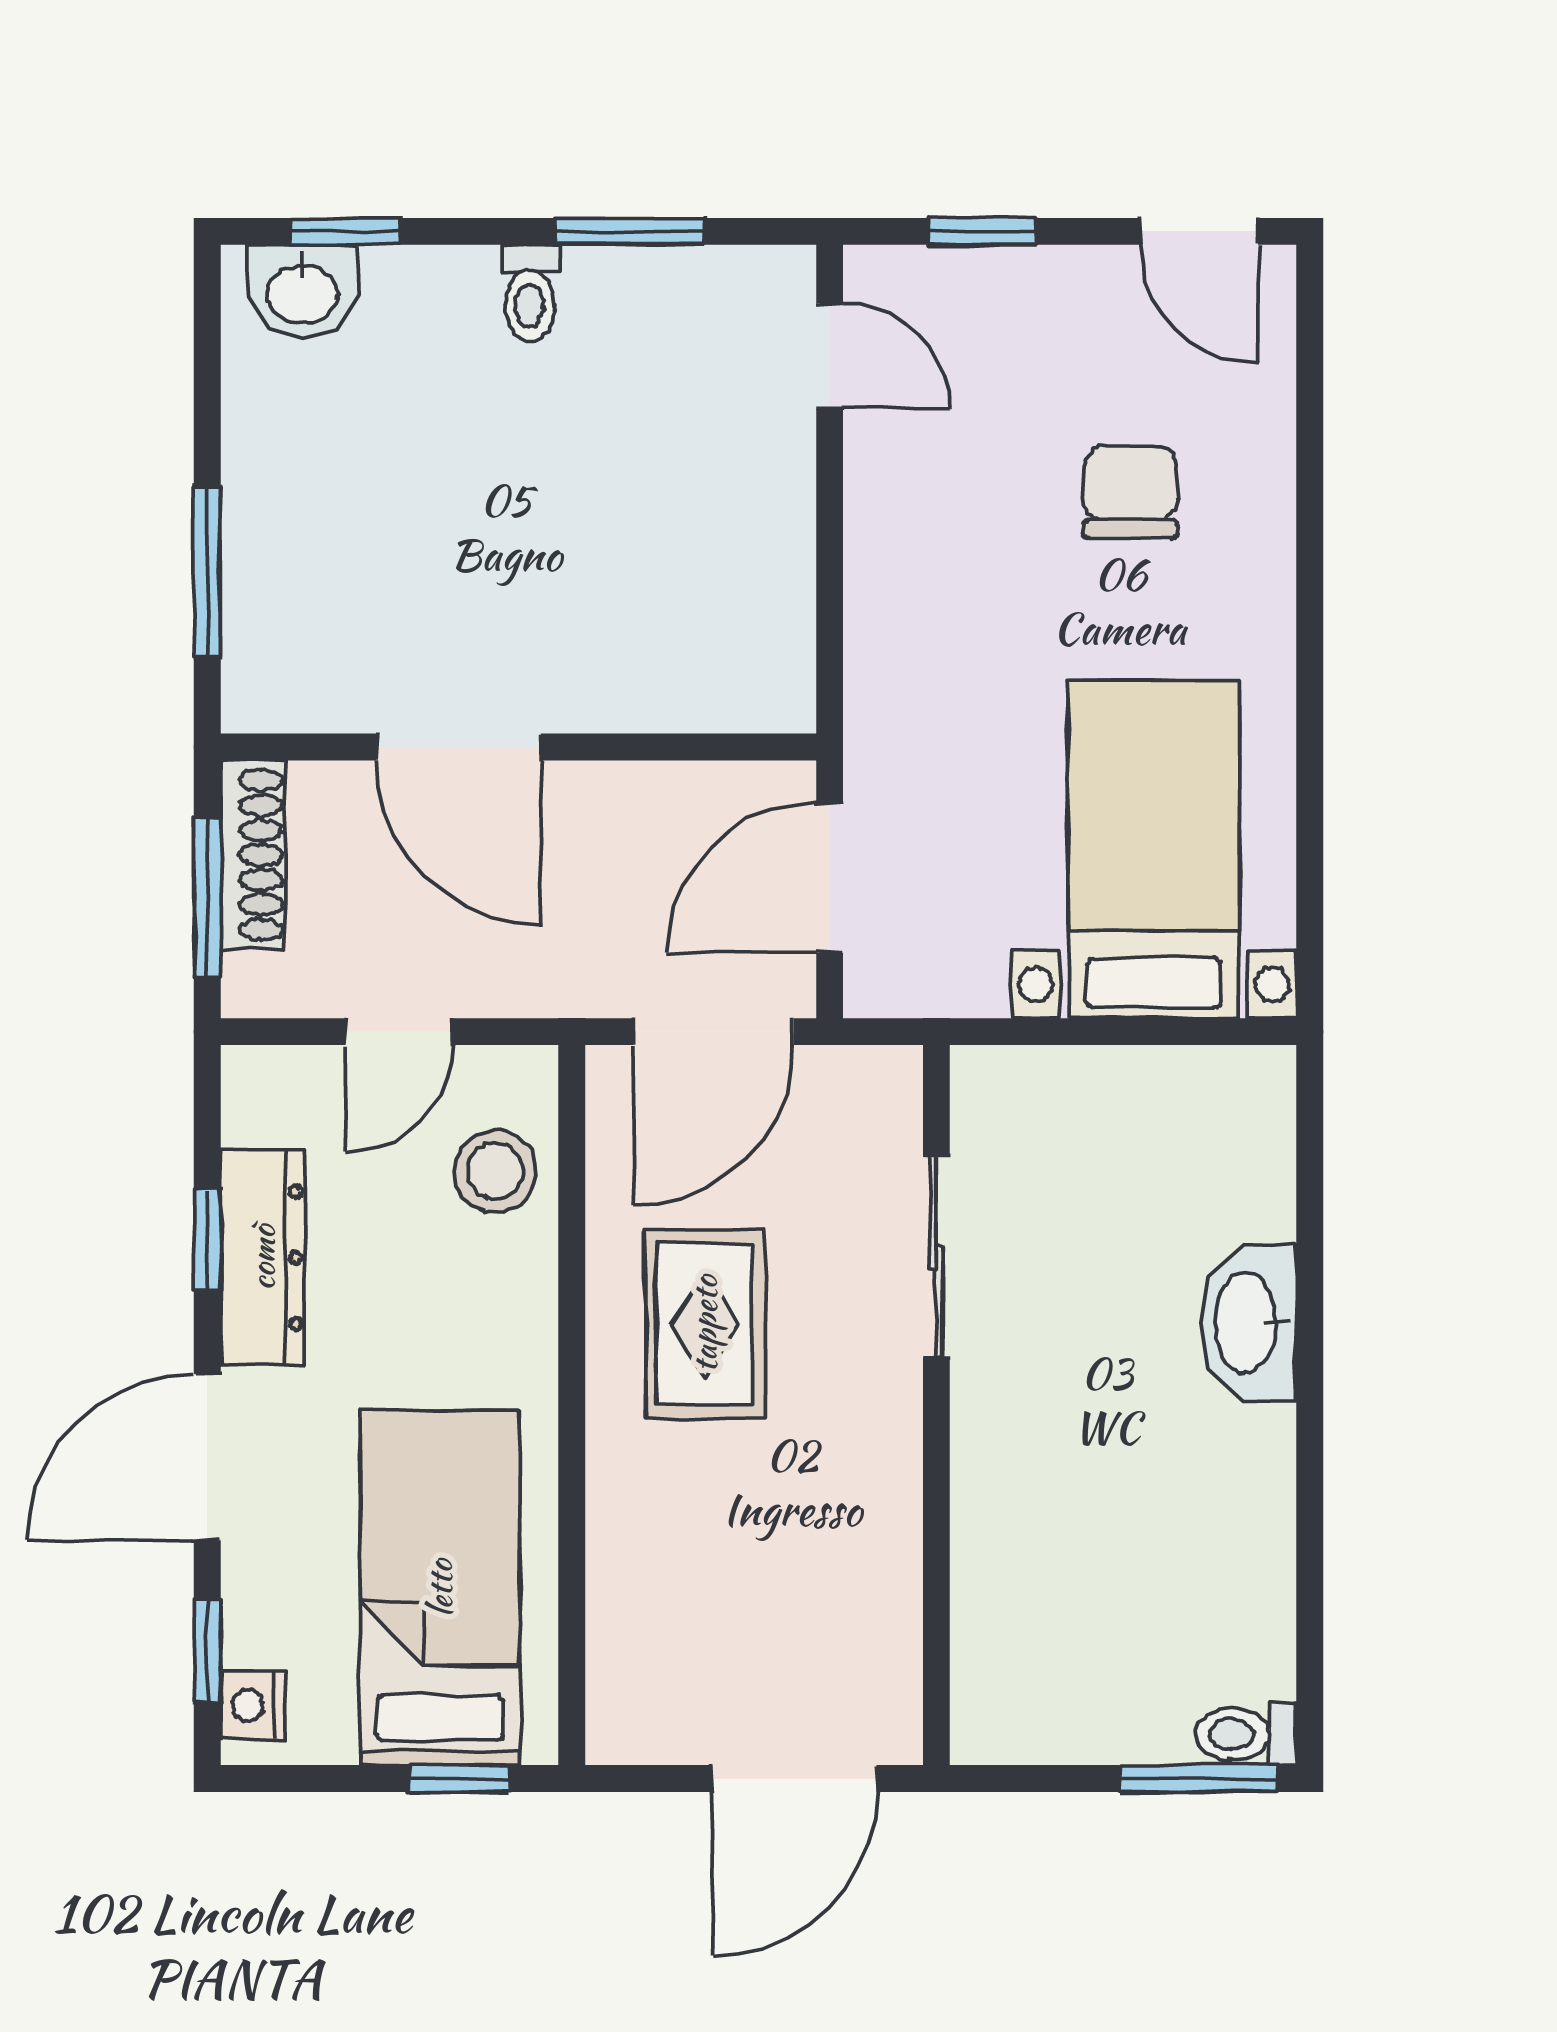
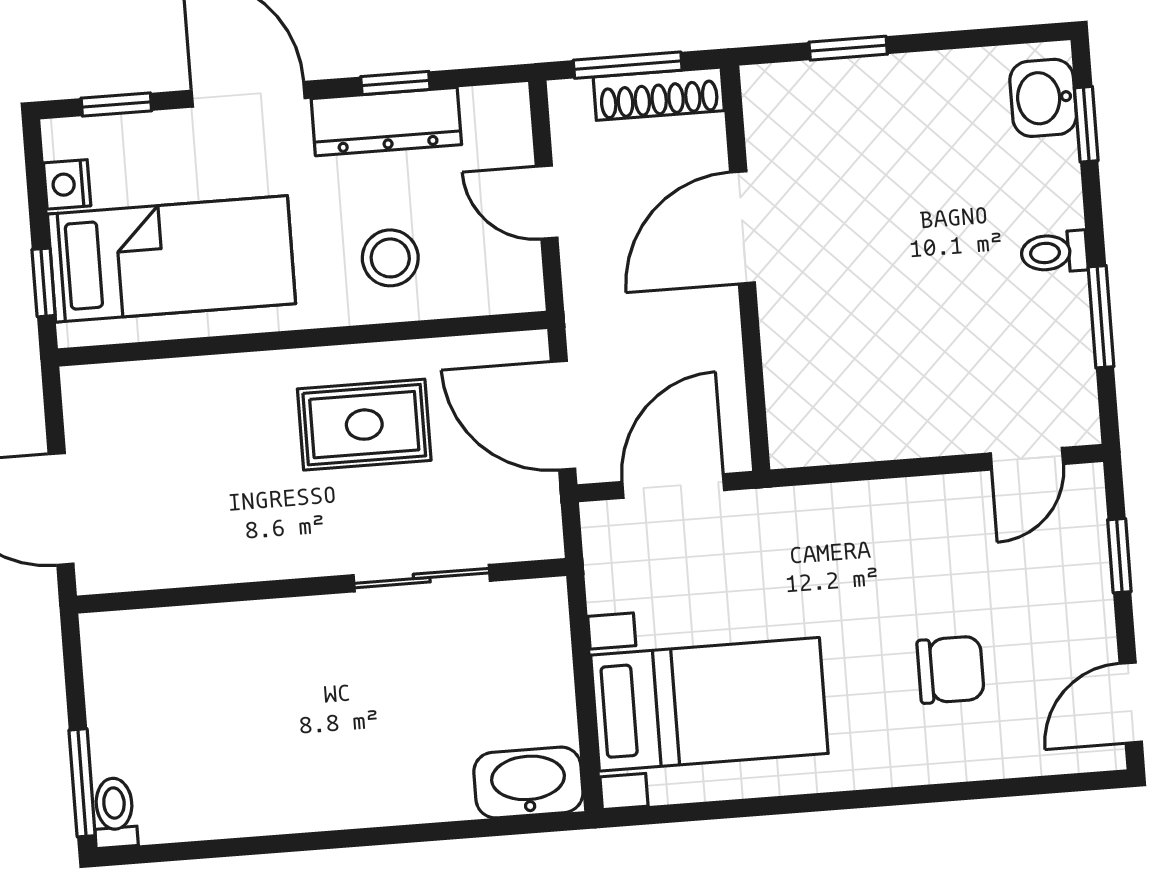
window: (207, 572) -> (848, 48), width x0.67
door: (830, 878) -> (673, 486), hinge flipped
stool: (495, 1171) -> (390, 258), moved
washbasin: (1248, 1323) -> (528, 782), moved
nightstand: (253, 1705) -> (67, 184), moved, turned -90

